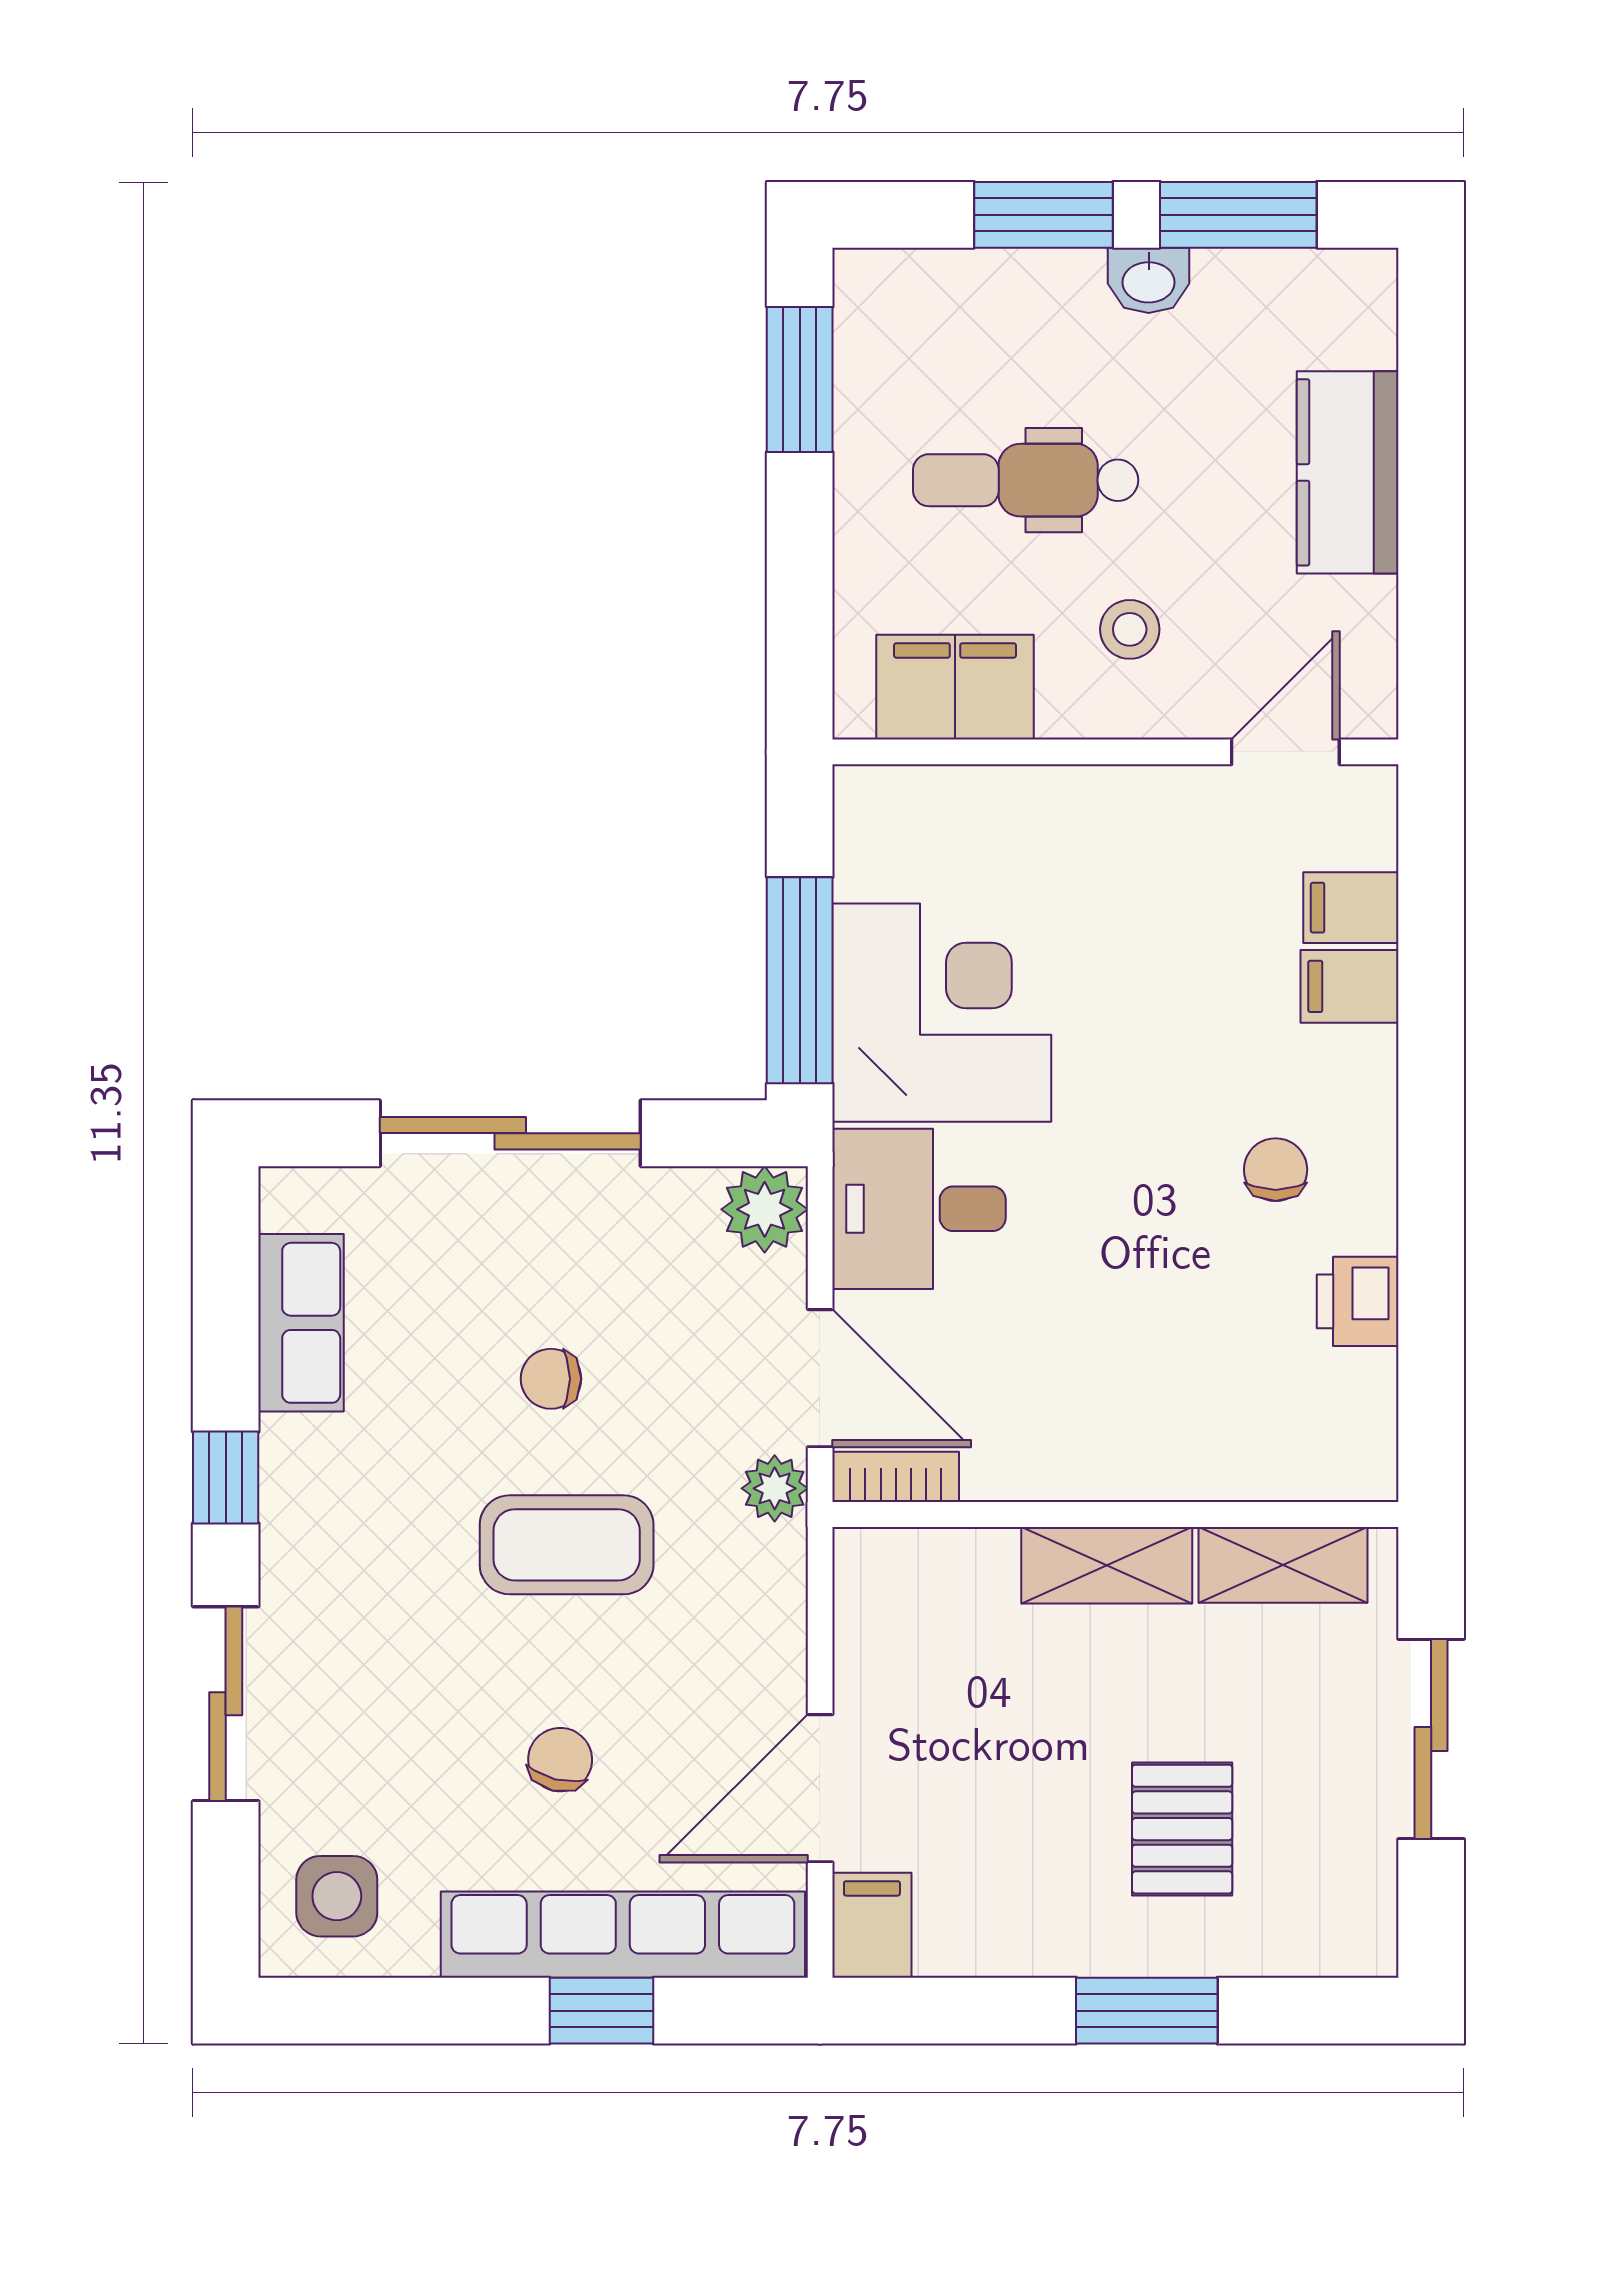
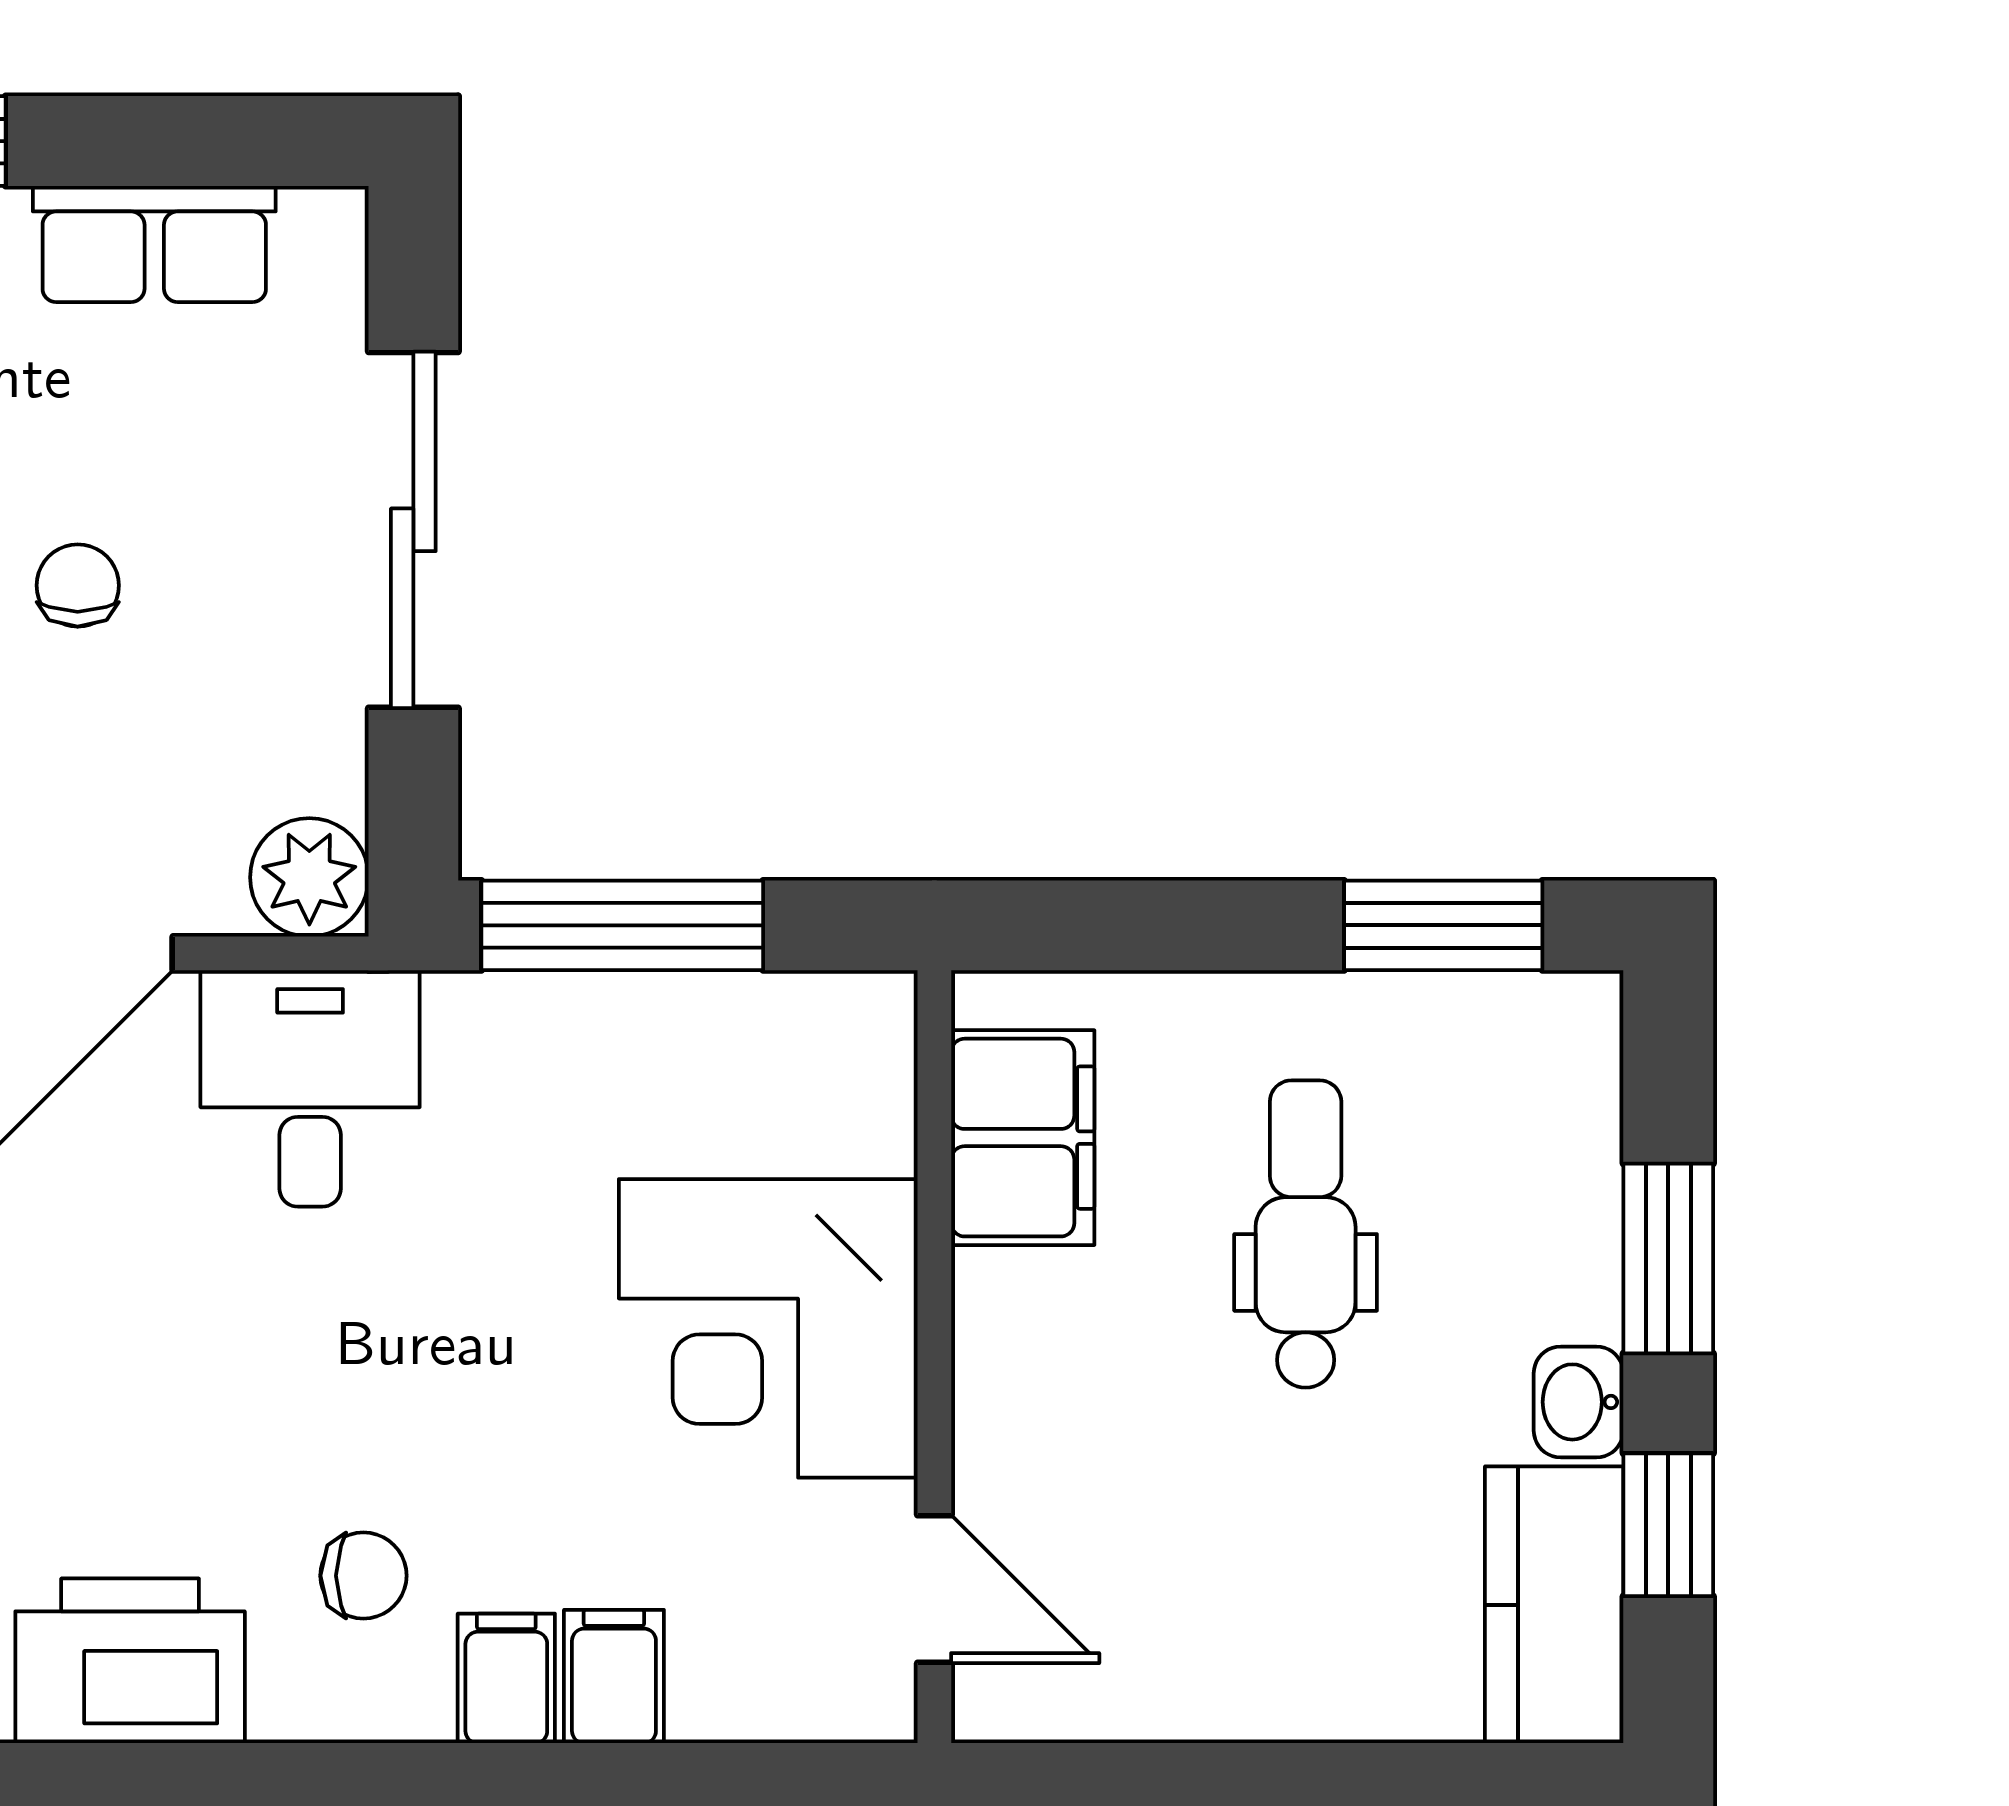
window: (1238, 215) -> (1668, 1525), width x0.67
kitchen counter: (1348, 472) -> (1554, 1605), moved, turned -90
stool: (1130, 629) -> (1102, 1376), removed
filing cabinet: (1351, 908) -> (506, 1678), moved
corner desk: (942, 1013) -> (768, 1328), moved, turned 90
printer: (1358, 1301) -> (130, 1661), width x1.87, depth x1.48

